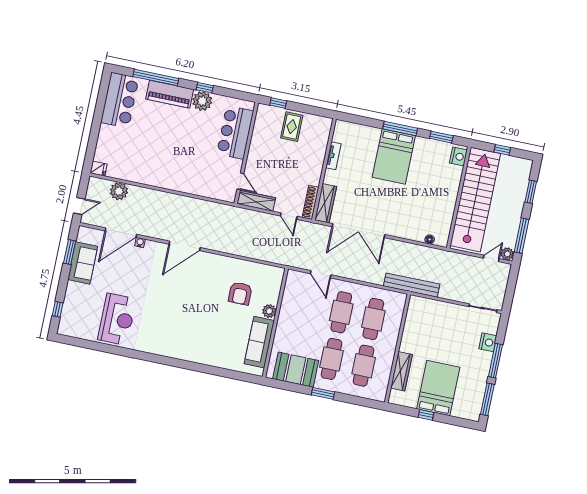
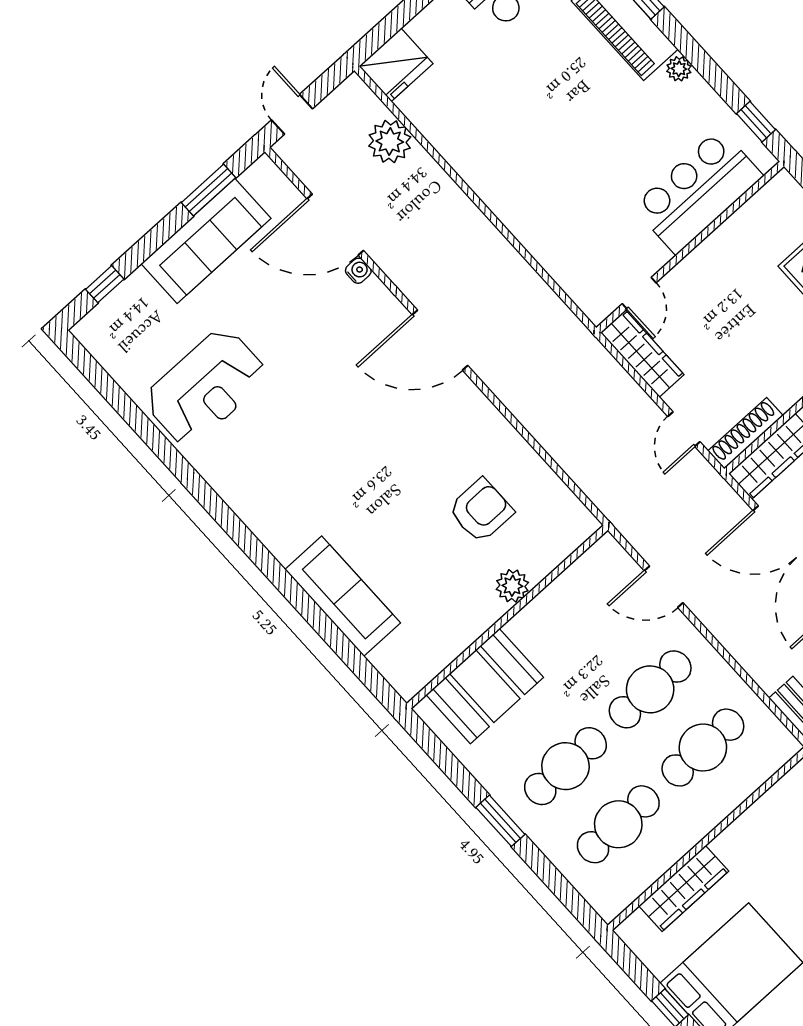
window: (205, 88) -> (756, 122), moved
plant: (202, 101) -> (679, 69), width x0.53, depth x0.53
fridge: (99, 169) -> (396, 65), width x1.88, depth x1.34
door: (79, 206) -> (292, 114), swing flipped
sofa: (83, 263) -> (206, 241), width x1.36
door: (321, 274) -> (664, 587), hinge flipped
armchair: (240, 293) -> (481, 510), turned 180
sofa: (259, 342) -> (343, 596), moved, turned 90
booth: (296, 370) -> (485, 686), moved, turned 90

